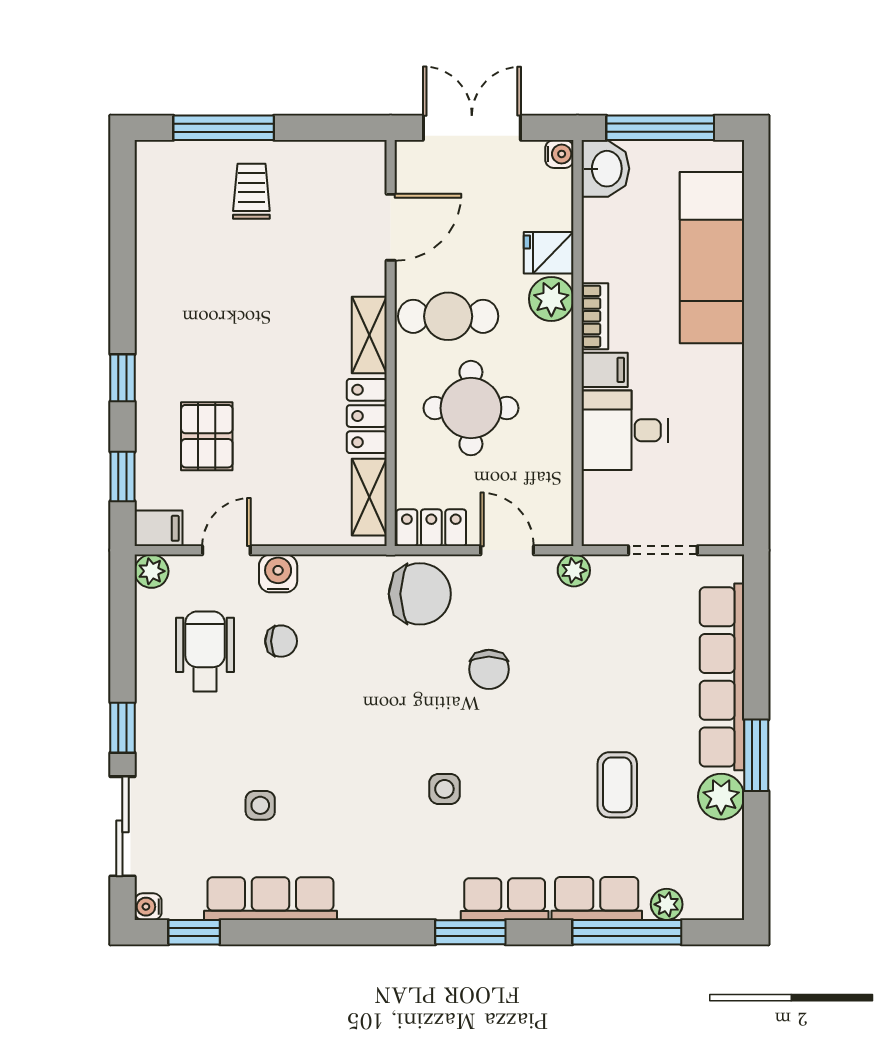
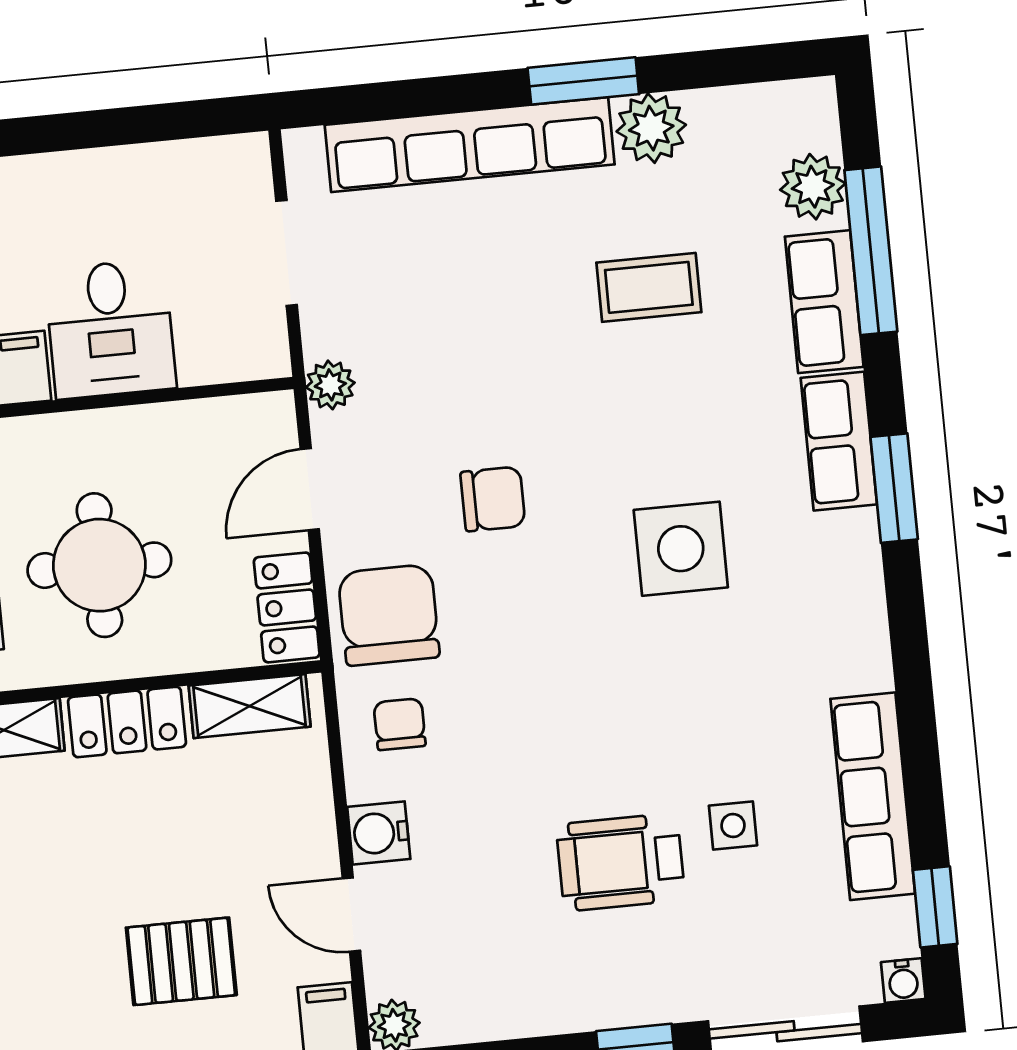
chair: (281, 641) -> (400, 724), moved
wheelchair: (205, 651) -> (621, 862), moved
side table: (444, 789) -> (681, 549), width x1.87, depth x1.87
plant: (667, 904) -> (813, 187), width x1.38, depth x1.38

